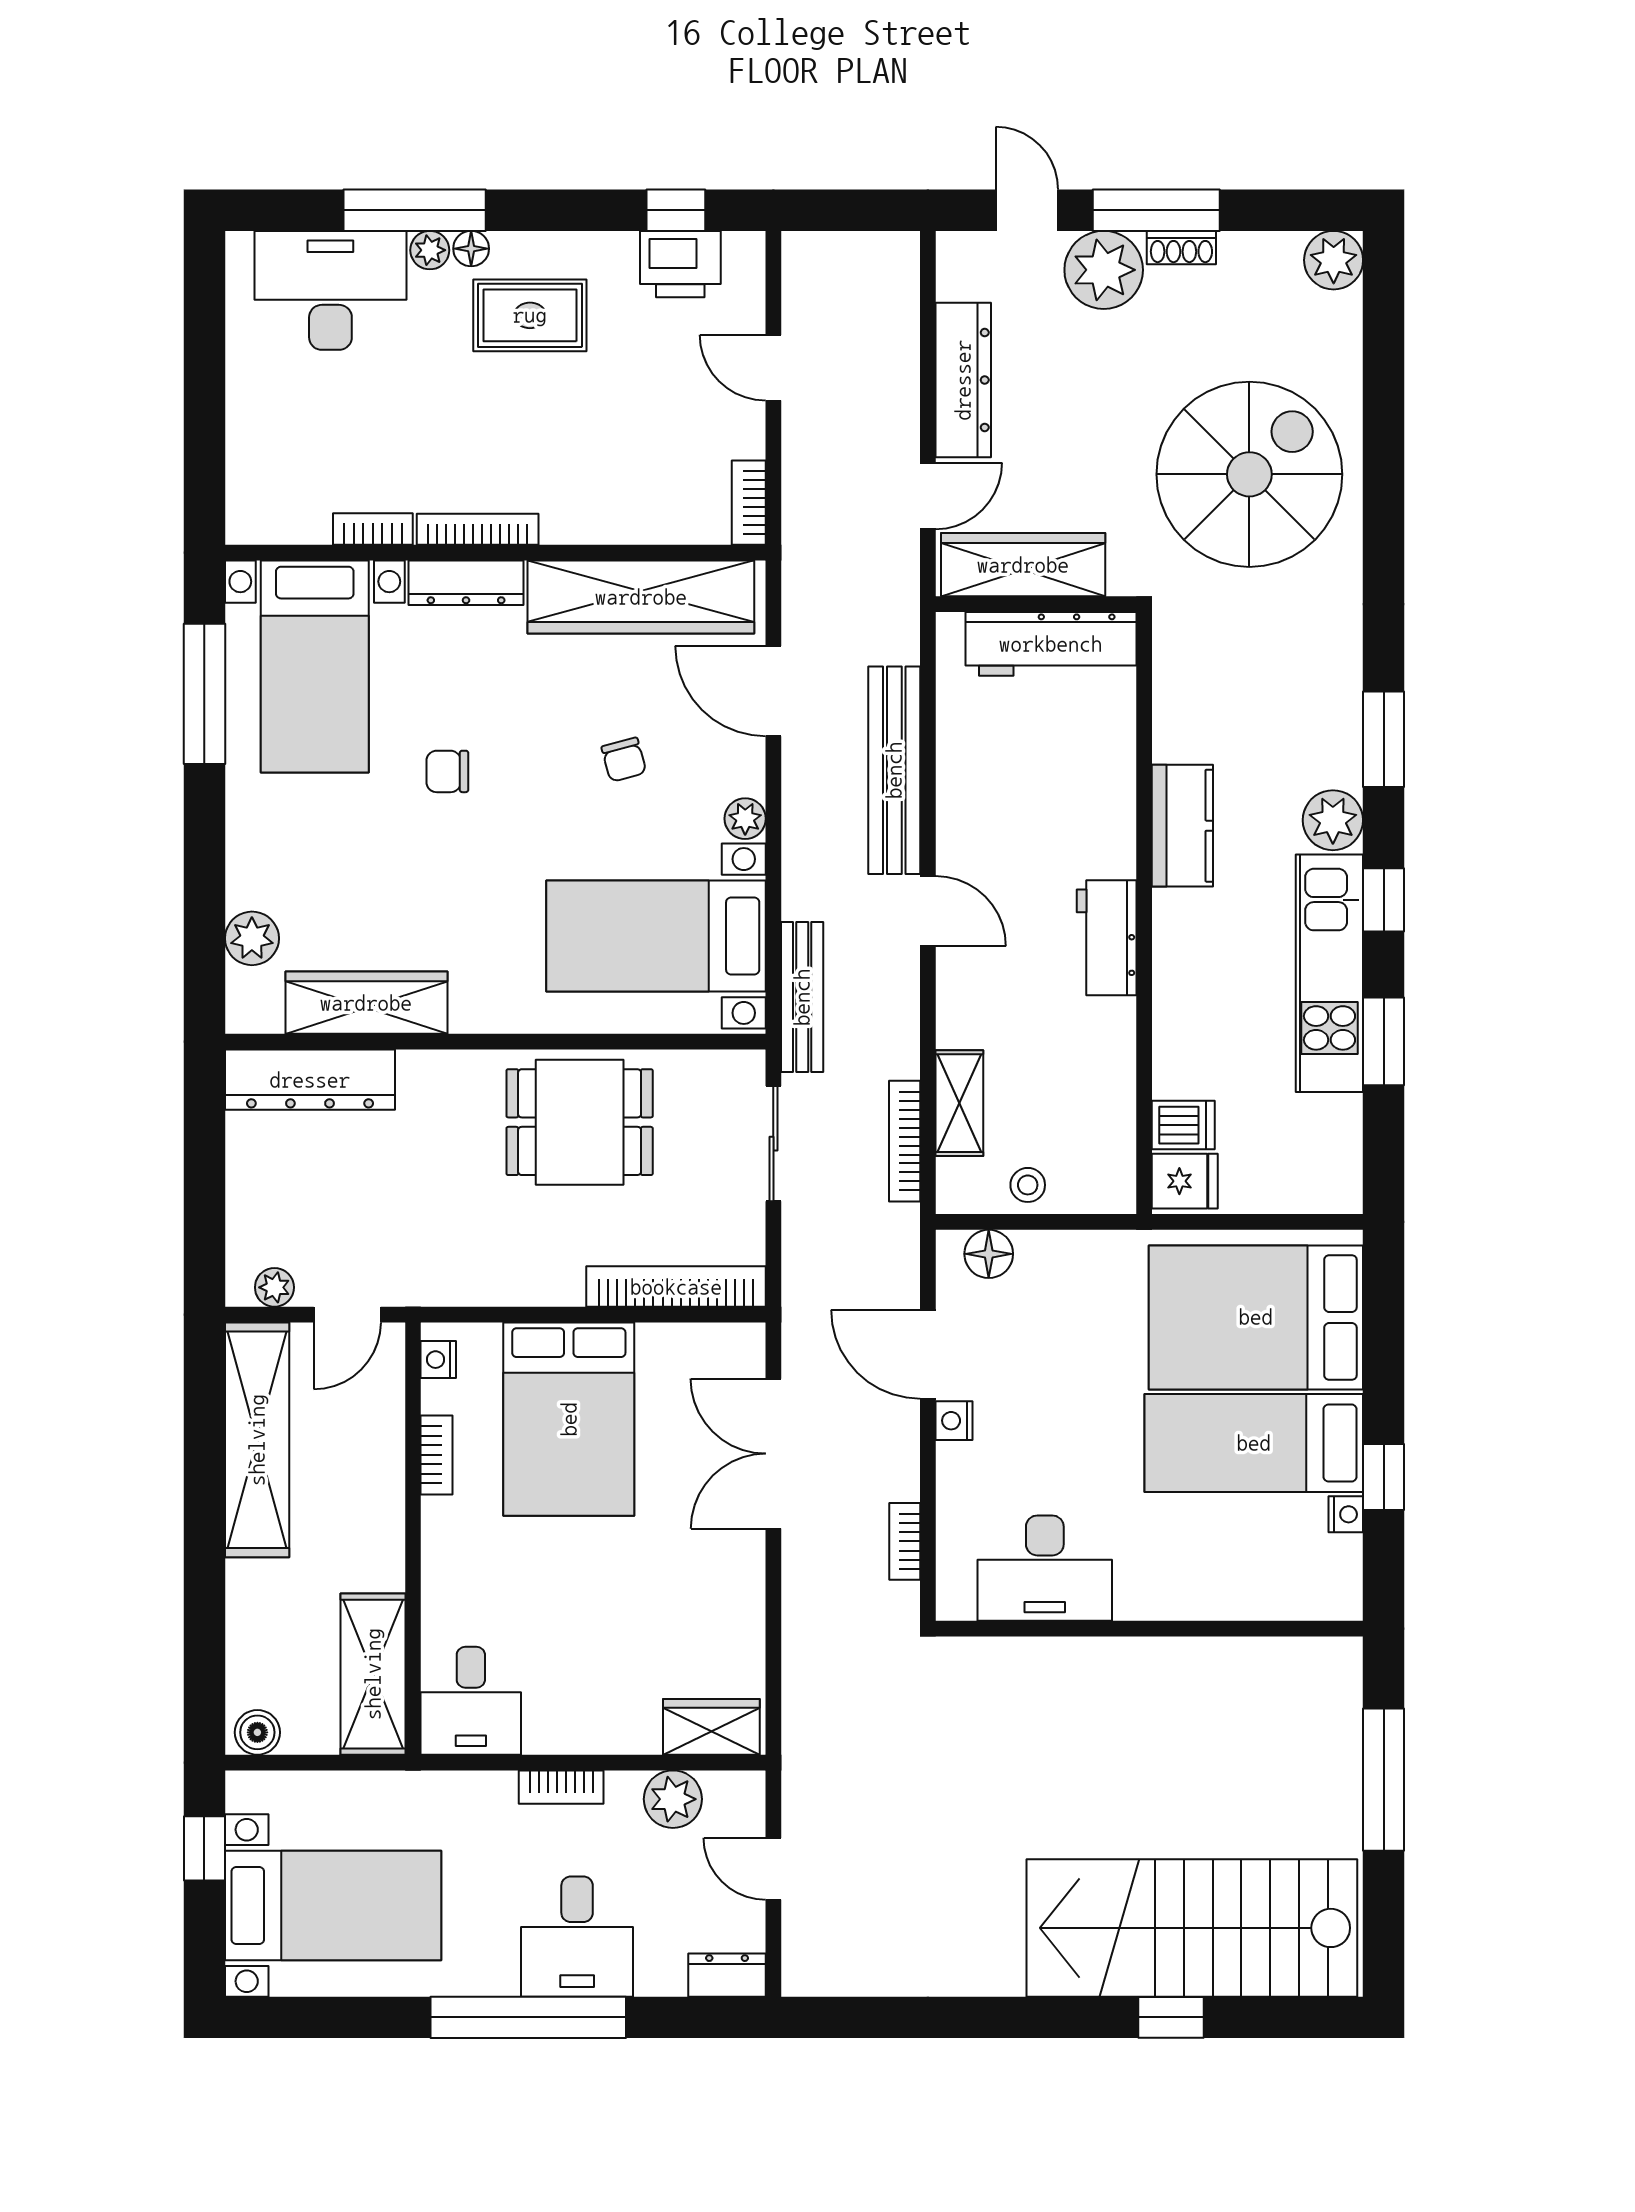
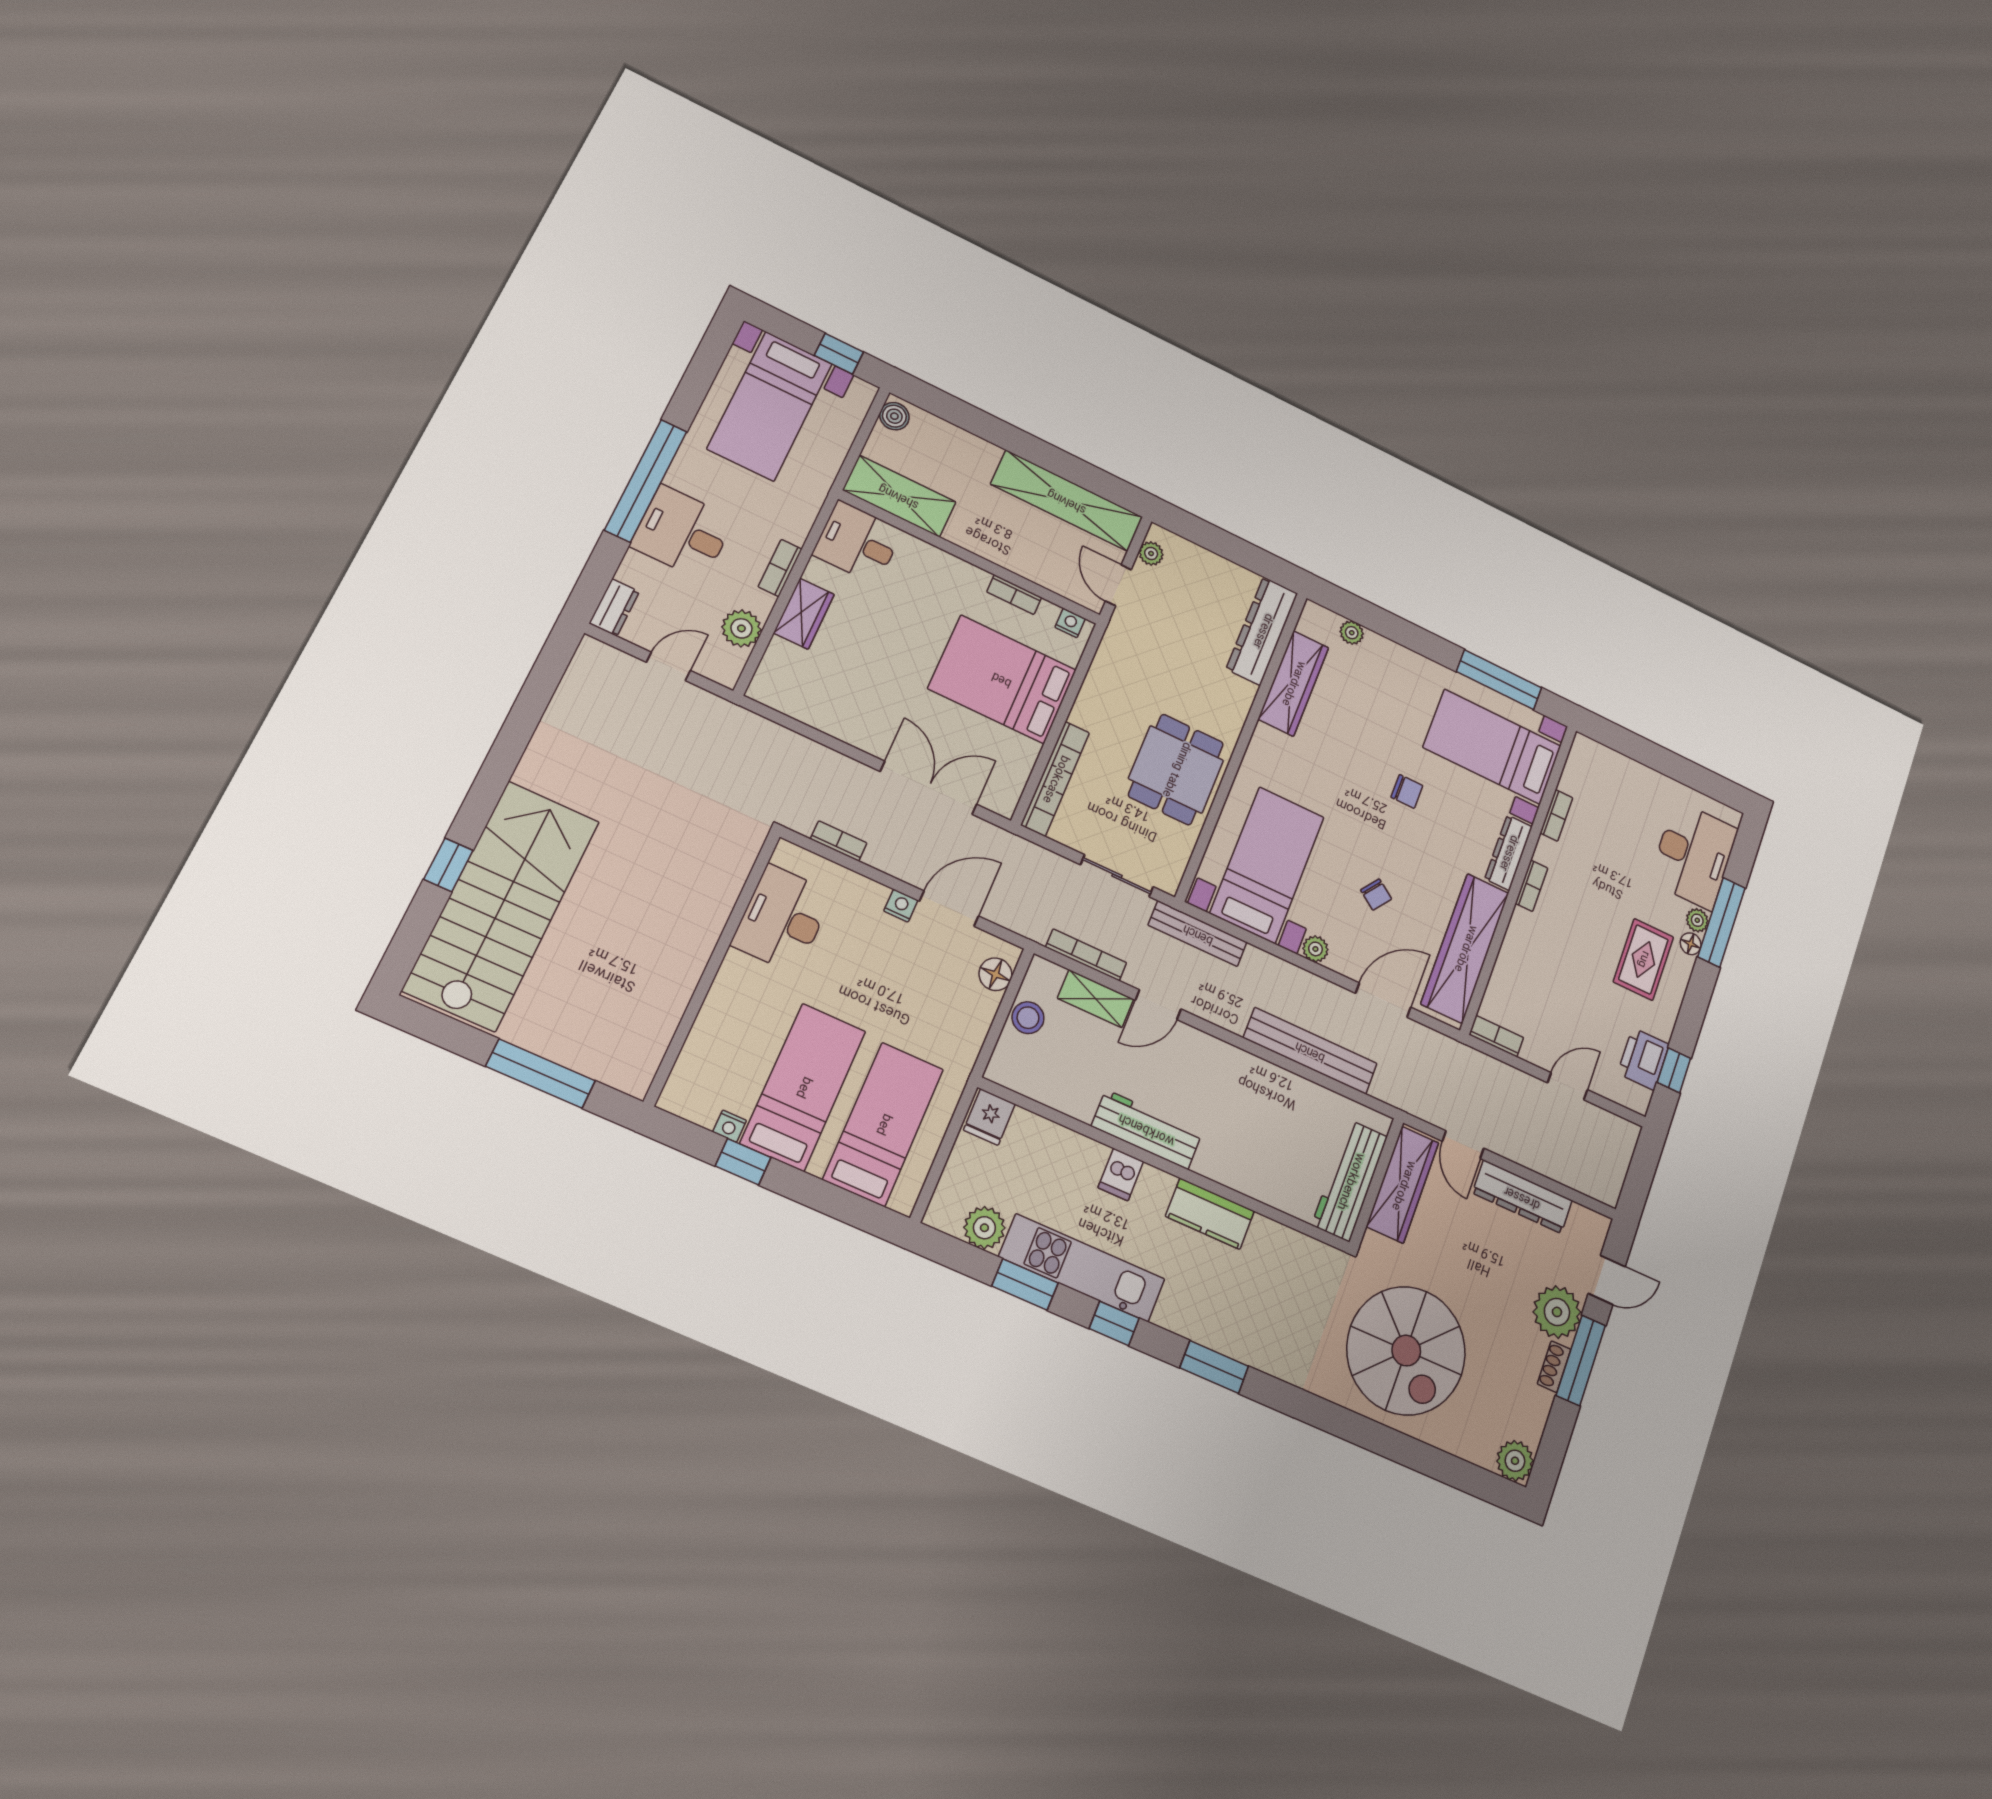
bookcase: (478, 529) -> (1531, 886), width x0.64
chair: (624, 760) -> (1376, 895), turned -129
chair: (447, 771) -> (1407, 791), turned 90
plant: (1333, 820) -> (984, 1228), moved
door: (928, 911) -> (1158, 1005), moved
plant: (252, 938) -> (1352, 633), width x0.73, depth x0.73
workbench: (1107, 938) -> (1147, 1129), width x1.38
dishwasher: (1183, 1125) -> (1121, 1175), moved
stool: (1028, 1185) -> (1028, 1018), width x1.37, depth x1.37
bed: (1256, 1317) -> (883, 1124), width x0.67
wardrobe: (711, 1727) -> (804, 614), moved

